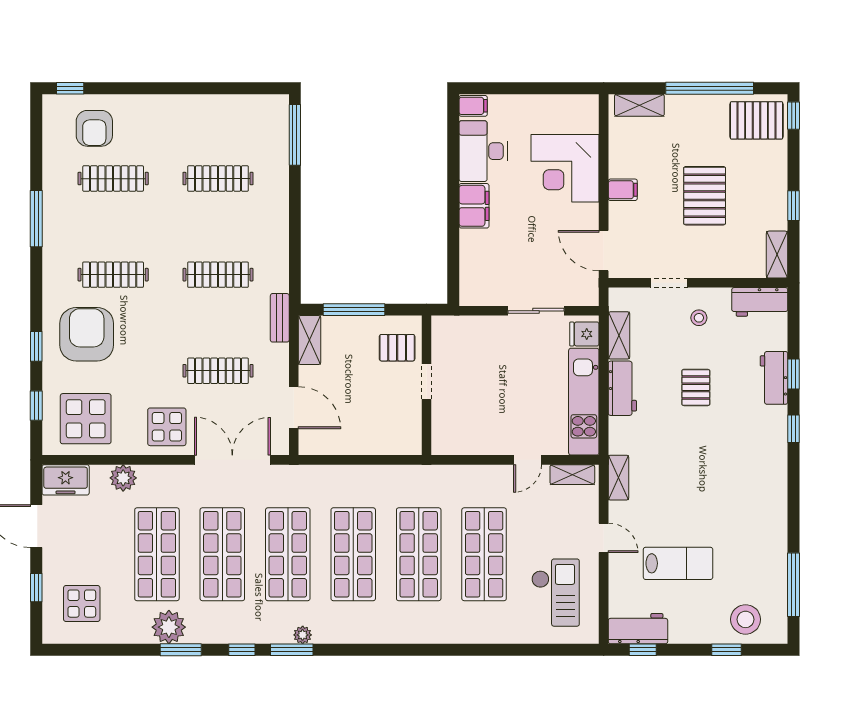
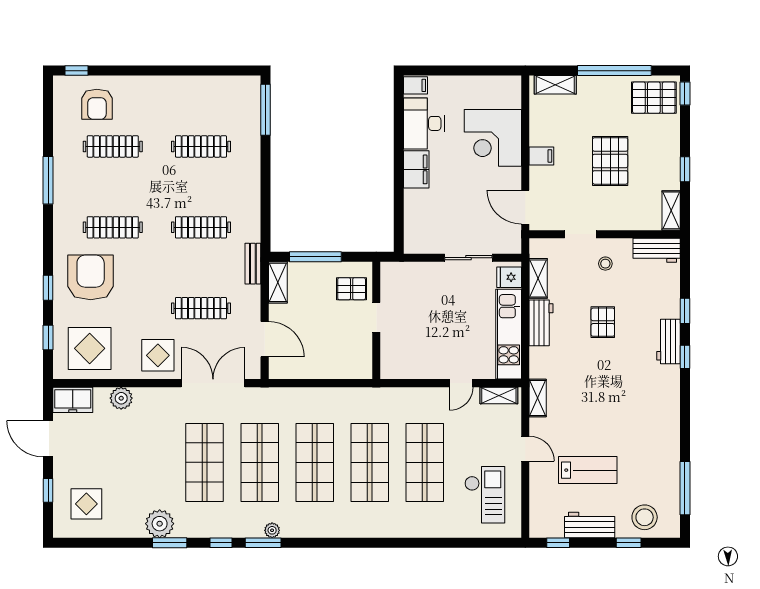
workbench: (774, 378) -> (669, 341), moved
shop shelf: (157, 554) -> (150, 462), removed
workbench: (638, 629) -> (590, 525), moved

